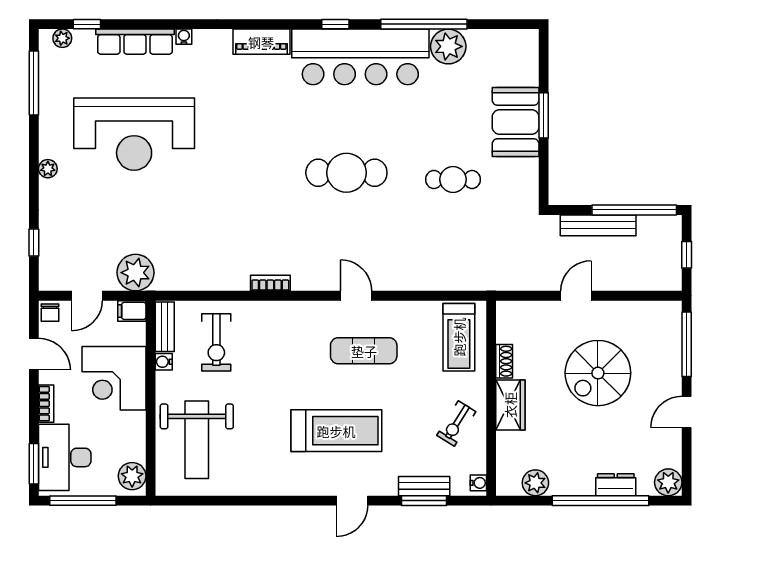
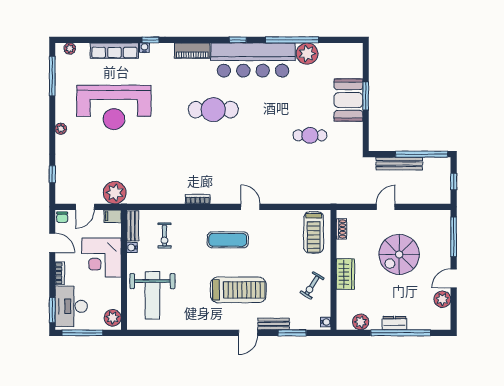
window: (87, 24) -> (151, 40), moved
cafe table: (346, 173) -> (213, 110), moved
exercise bike: (216, 342) -> (164, 236), width x0.73, depth x0.72
exercise mat: (364, 351) -> (228, 240), moved
shoe rack: (504, 361) -> (341, 229), moved
plant: (668, 482) -> (442, 299), moved
dresser: (616, 485) -> (394, 323), moved
bench: (424, 486) -> (274, 324), moved

